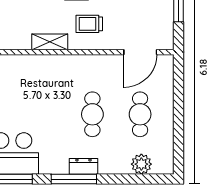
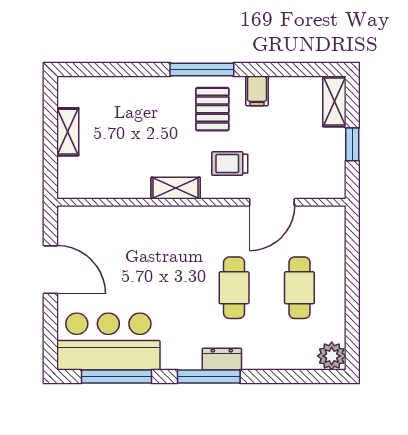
door: (140, 52) -> (272, 202), moved
plant: (141, 164) -> (332, 356), moved

